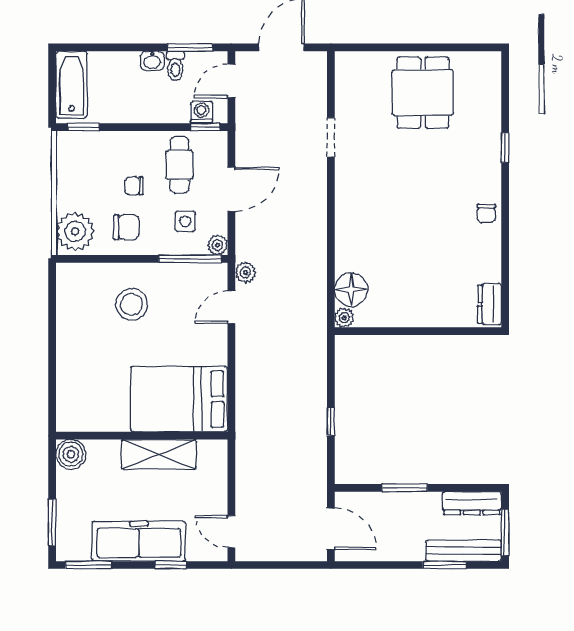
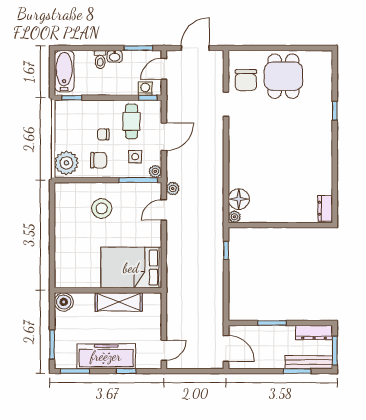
toilet: (175, 66) -> (100, 60), moved
chair: (486, 213) -> (246, 80), moved, width x1.87, depth x1.87
window: (331, 421) -> (226, 250), moved
door: (231, 532) -> (164, 350), swing flipped

